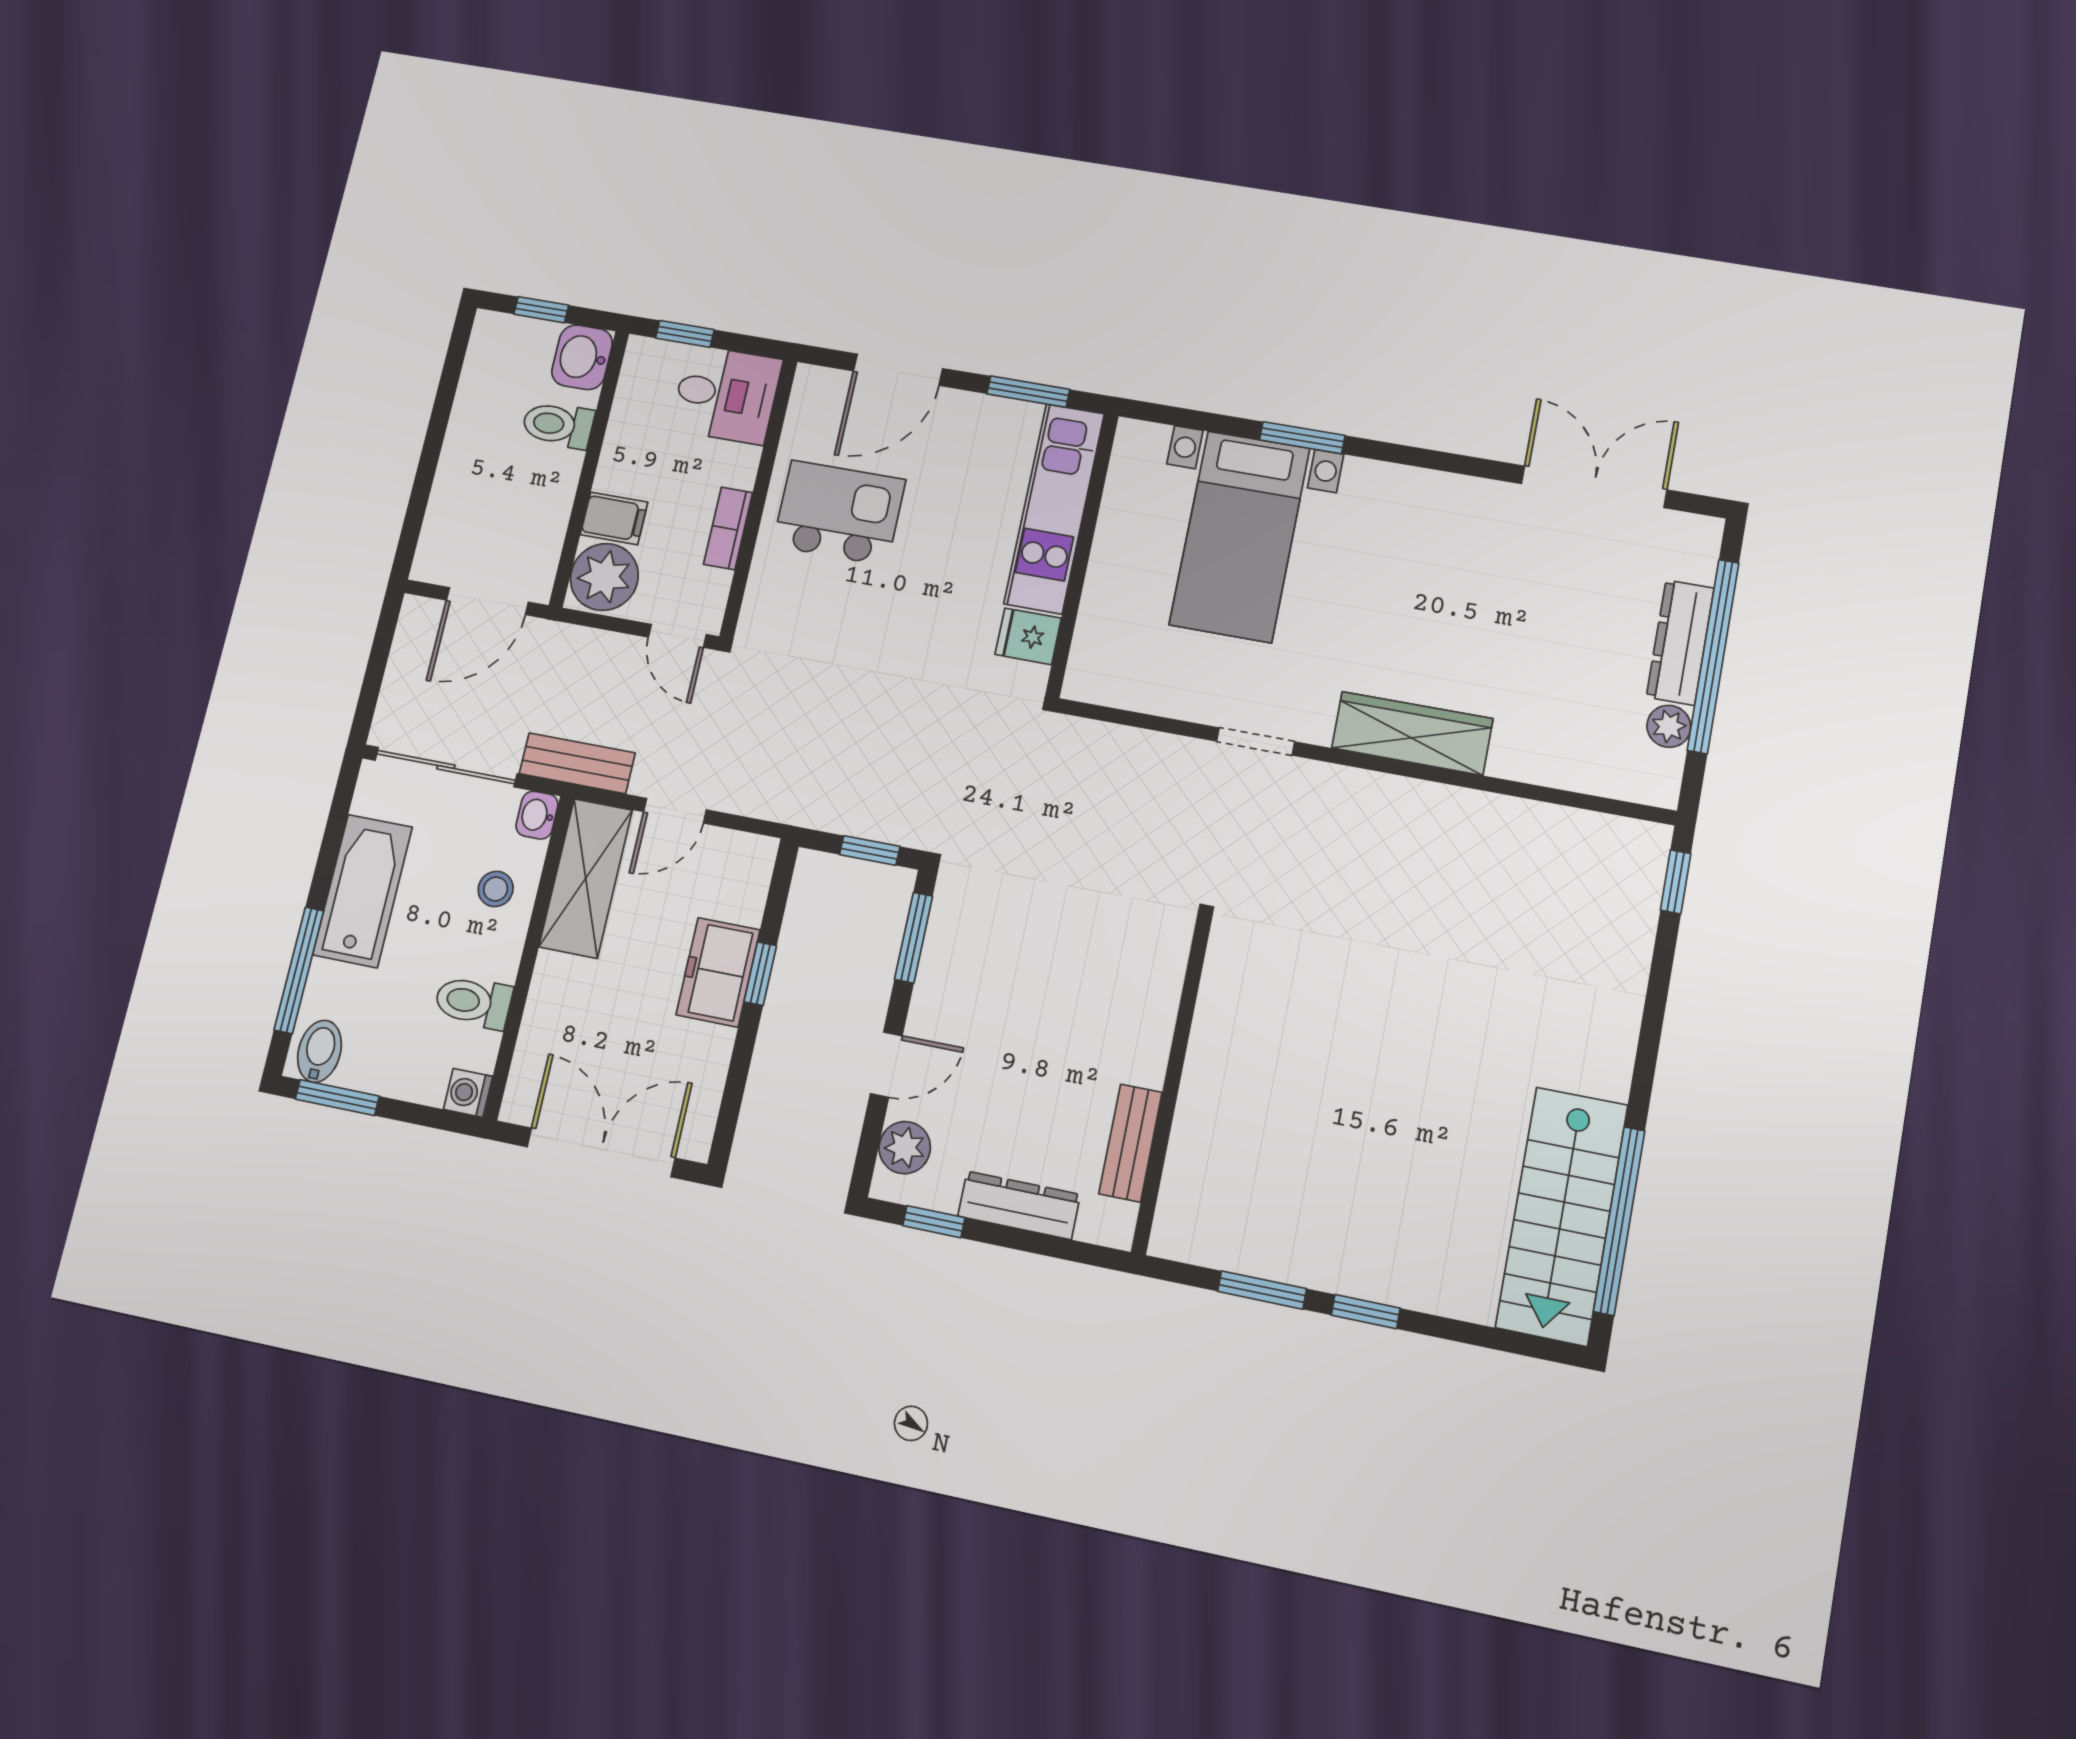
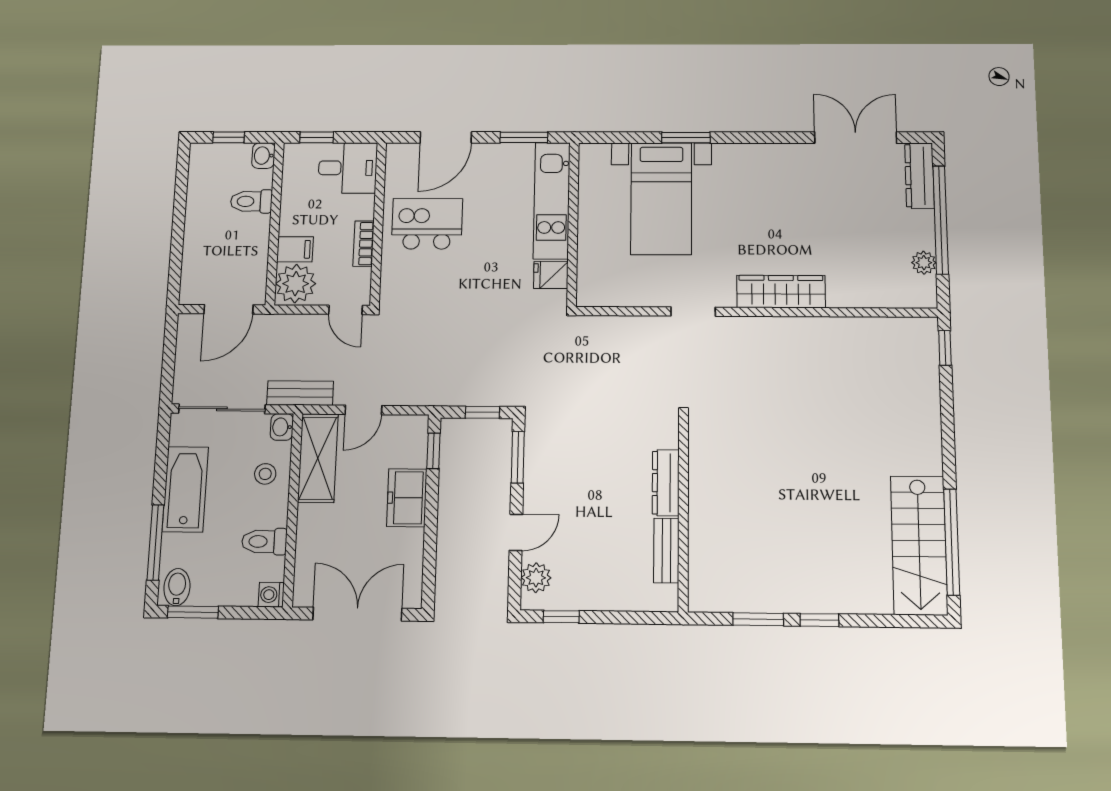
washbasin: (582, 357) -> (263, 156), width x0.72, depth x0.69
dresser: (1680, 642) -> (920, 176), moved
window: (760, 974) -> (433, 451), moved
dresser: (1019, 1205) -> (666, 483), moved, turned -90

